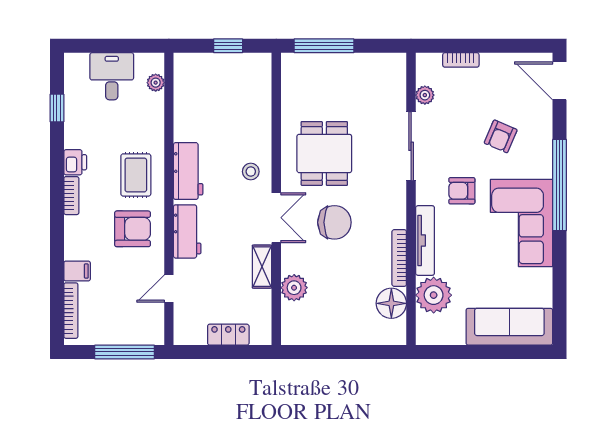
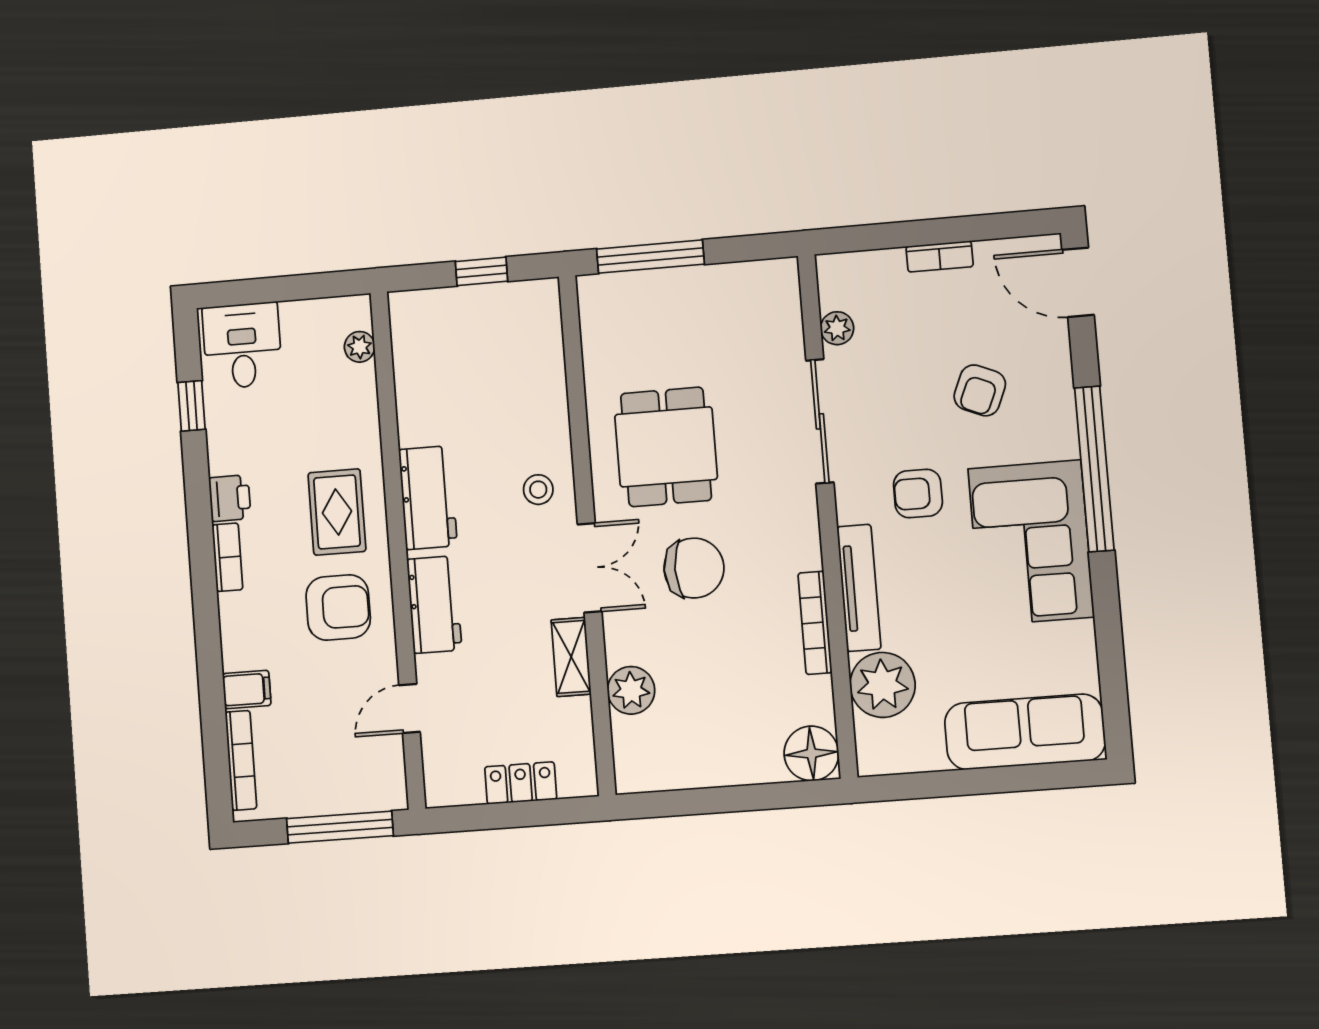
bookcase: (461, 60) -> (940, 256), moved
desk: (112, 76) -> (242, 346), moved
floor lamp: (391, 303) -> (811, 753), moved

